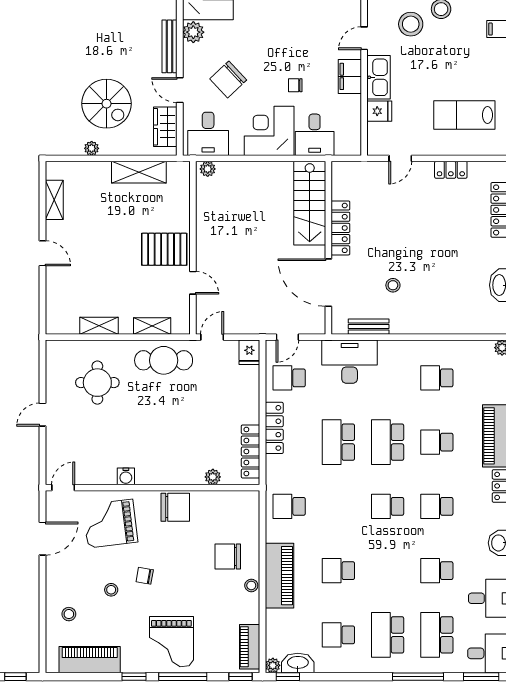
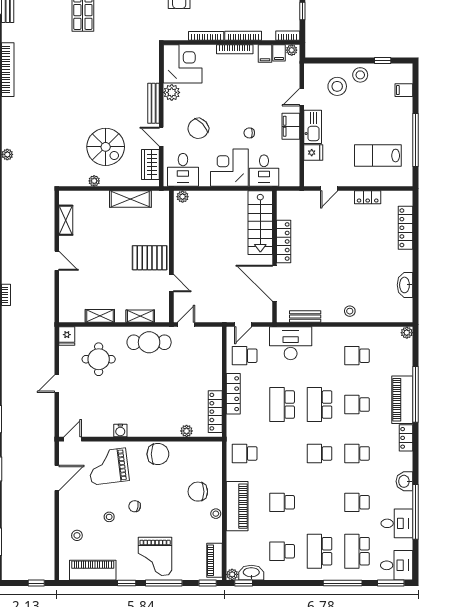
stool: (393, 285) -> (350, 311), moved
fridge: (249, 352) -> (67, 336), moved

